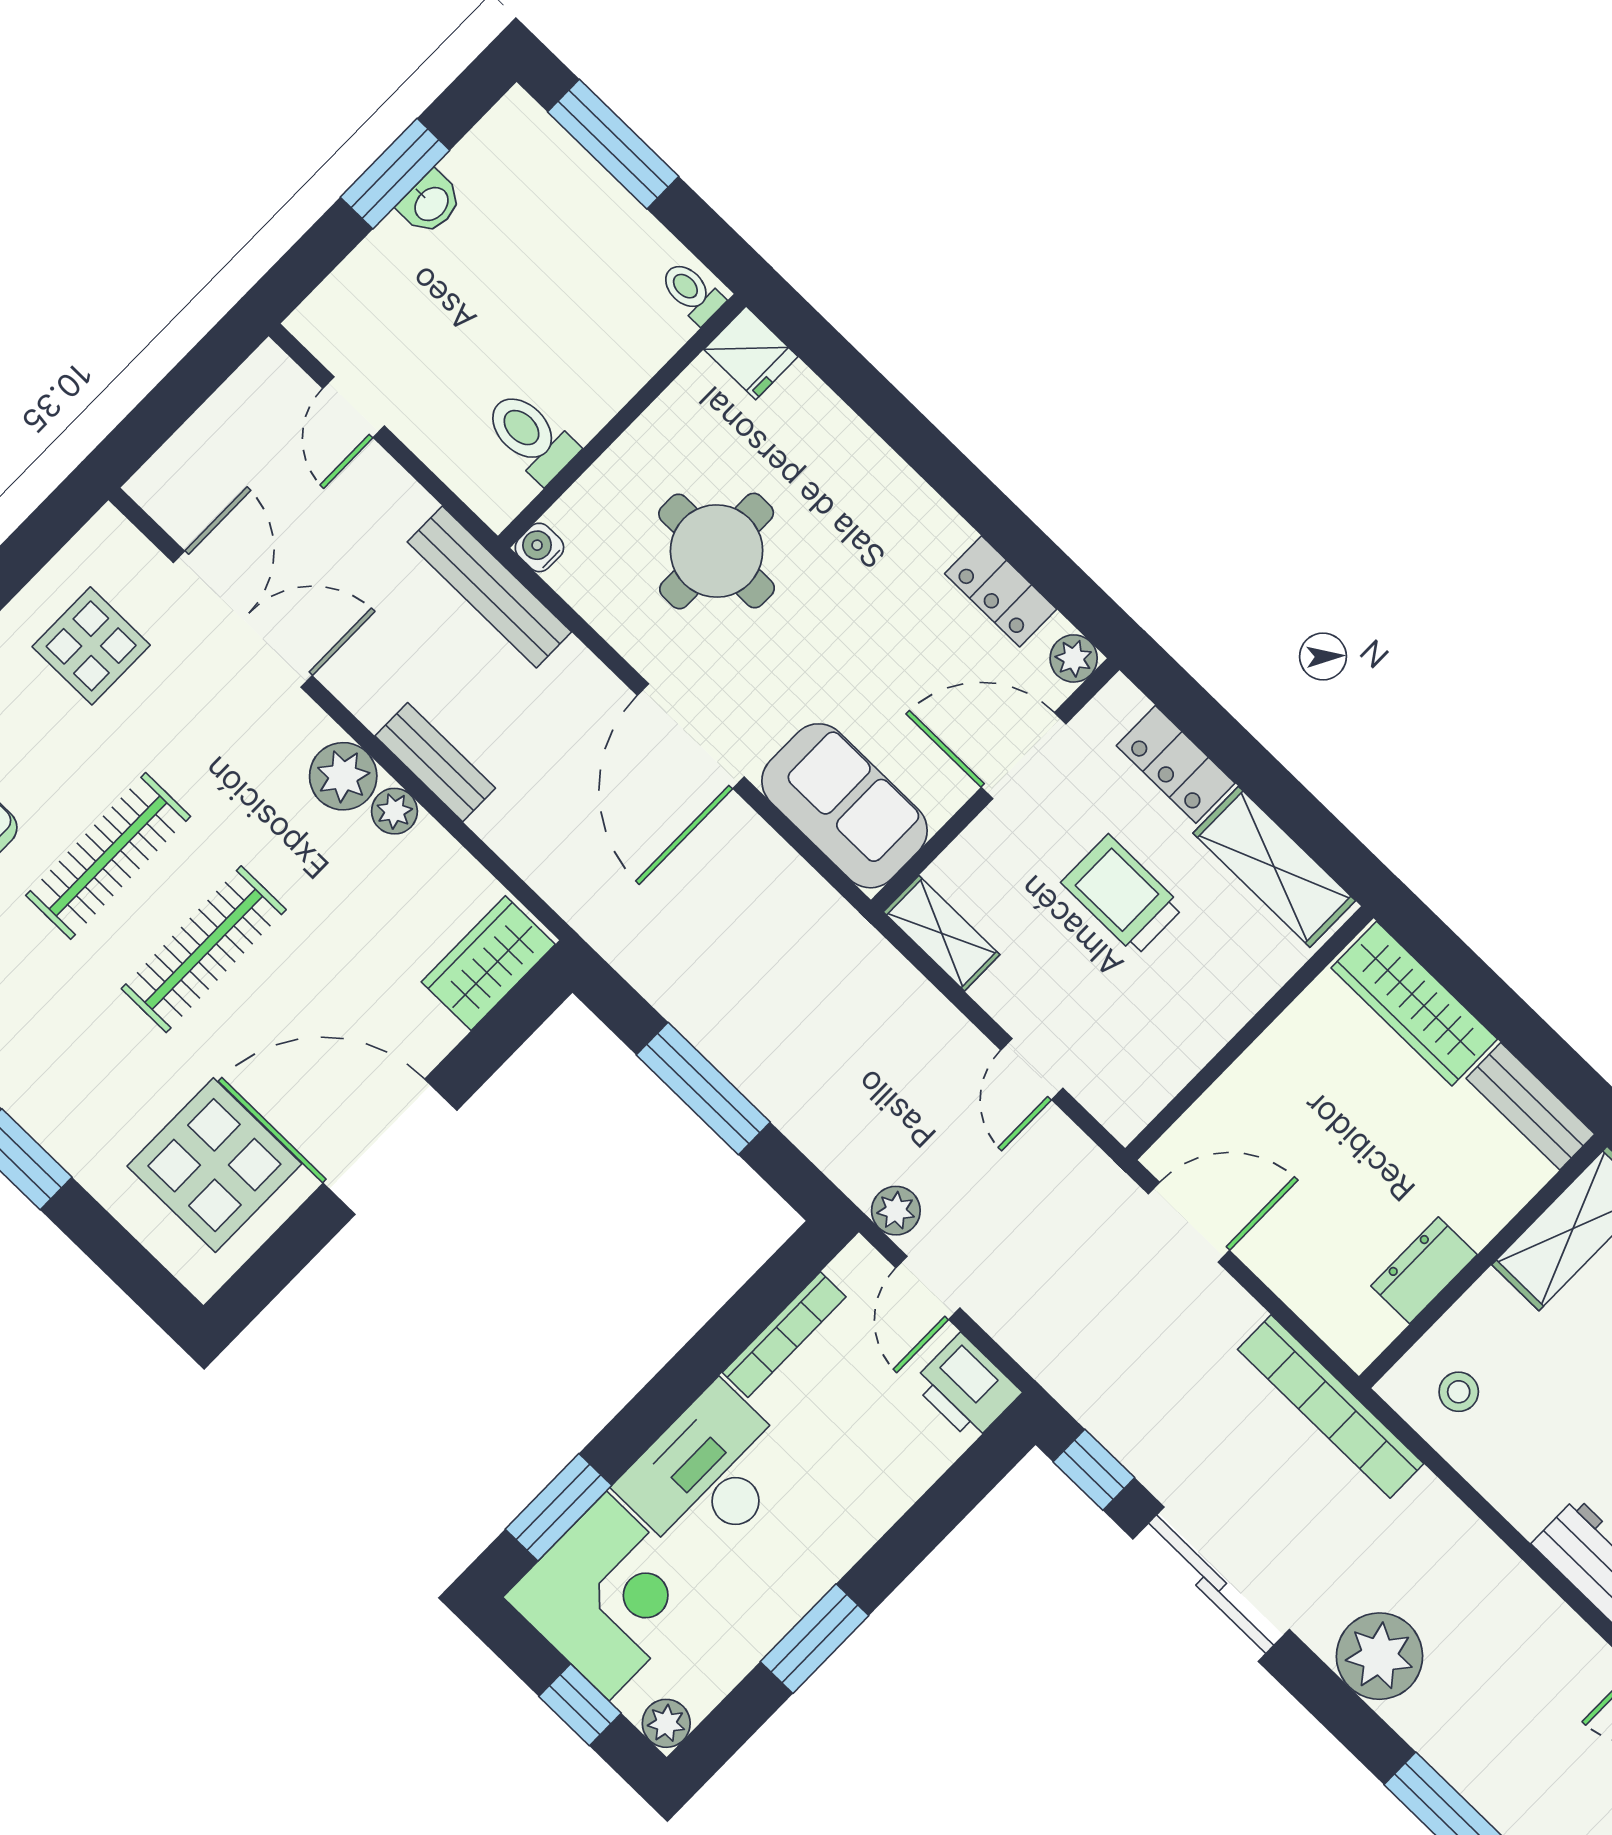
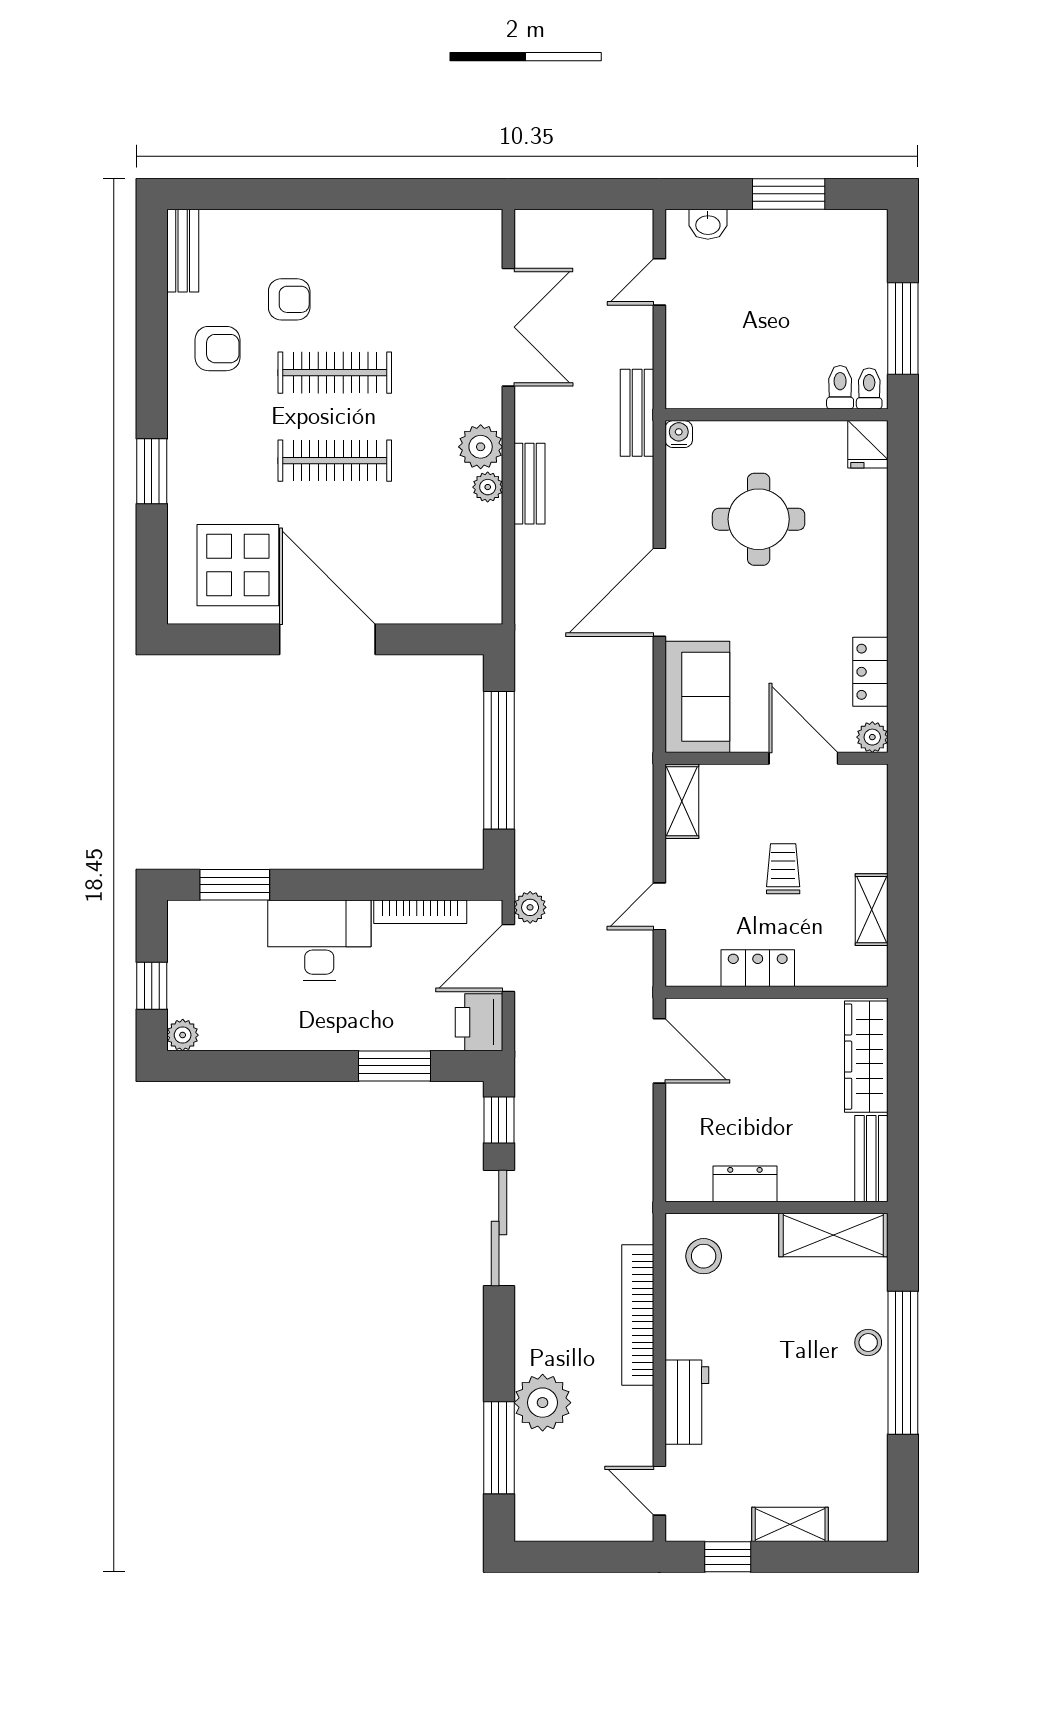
window: (613, 144) -> (903, 329), moved
washbasin: (431, 203) -> (708, 224), moved
toilet: (531, 437) -> (840, 387), moved, width x0.73, depth x0.72
bench: (489, 587) -> (637, 413), width x0.73
display table: (91, 646) -> (426, 268), removed
locker: (1176, 764) -> (758, 968), moved, turned 90
shelving: (1274, 867) -> (872, 910), width x0.67, depth x0.75
trolley: (1122, 895) -> (783, 869), width x0.73, depth x0.72
wardrobe: (488, 963) -> (459, 601), removed
window: (703, 1089) -> (499, 760), width x1.46
door: (928, 1288) -> (508, 958), width x1.37
stool: (1459, 1392) -> (704, 1256), width x1.37, depth x1.37
bookcase: (1331, 1406) -> (638, 1315), moved
corner desk: (608, 1596) -> (216, 949), removed
window: (814, 1639) -> (395, 1066), moved
plant: (1379, 1656) -> (543, 1403), moved

